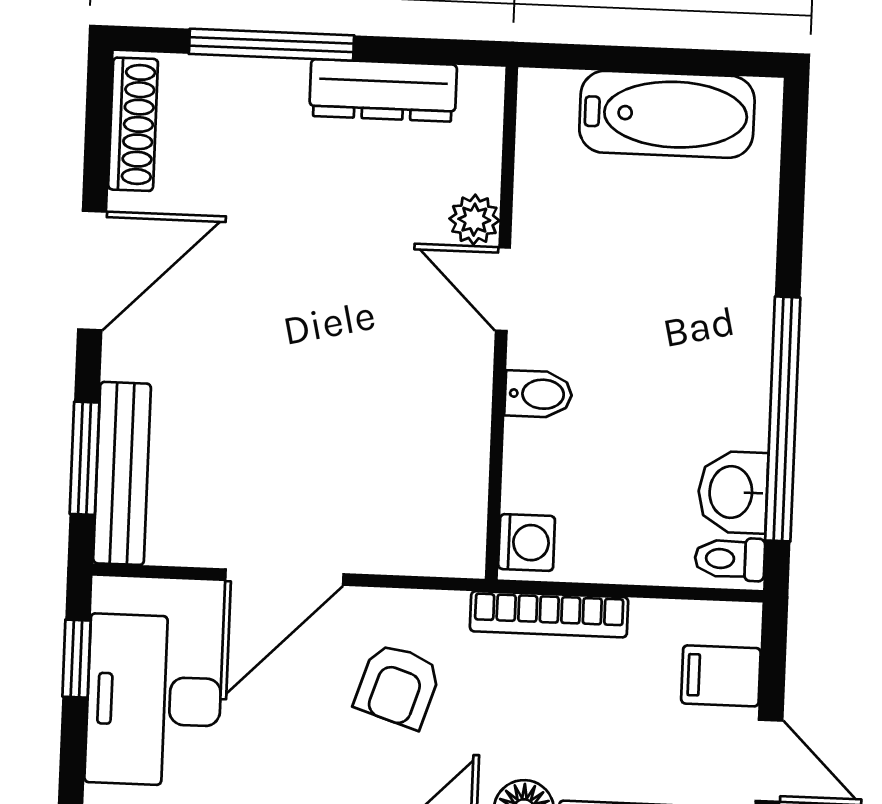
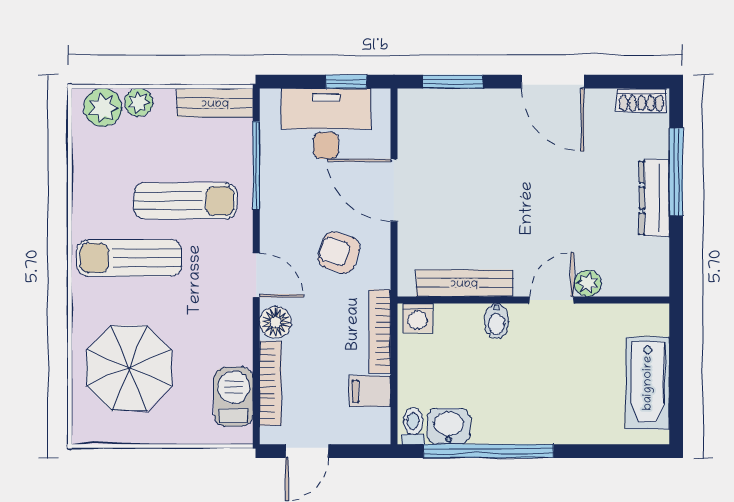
dresser: (383, 90) -> (654, 198), moved
shoe rack: (133, 124) -> (641, 100), width x0.70
bench: (122, 473) -> (464, 283), moved
filing cabinet: (721, 676) -> (370, 391), moved, turned -90

